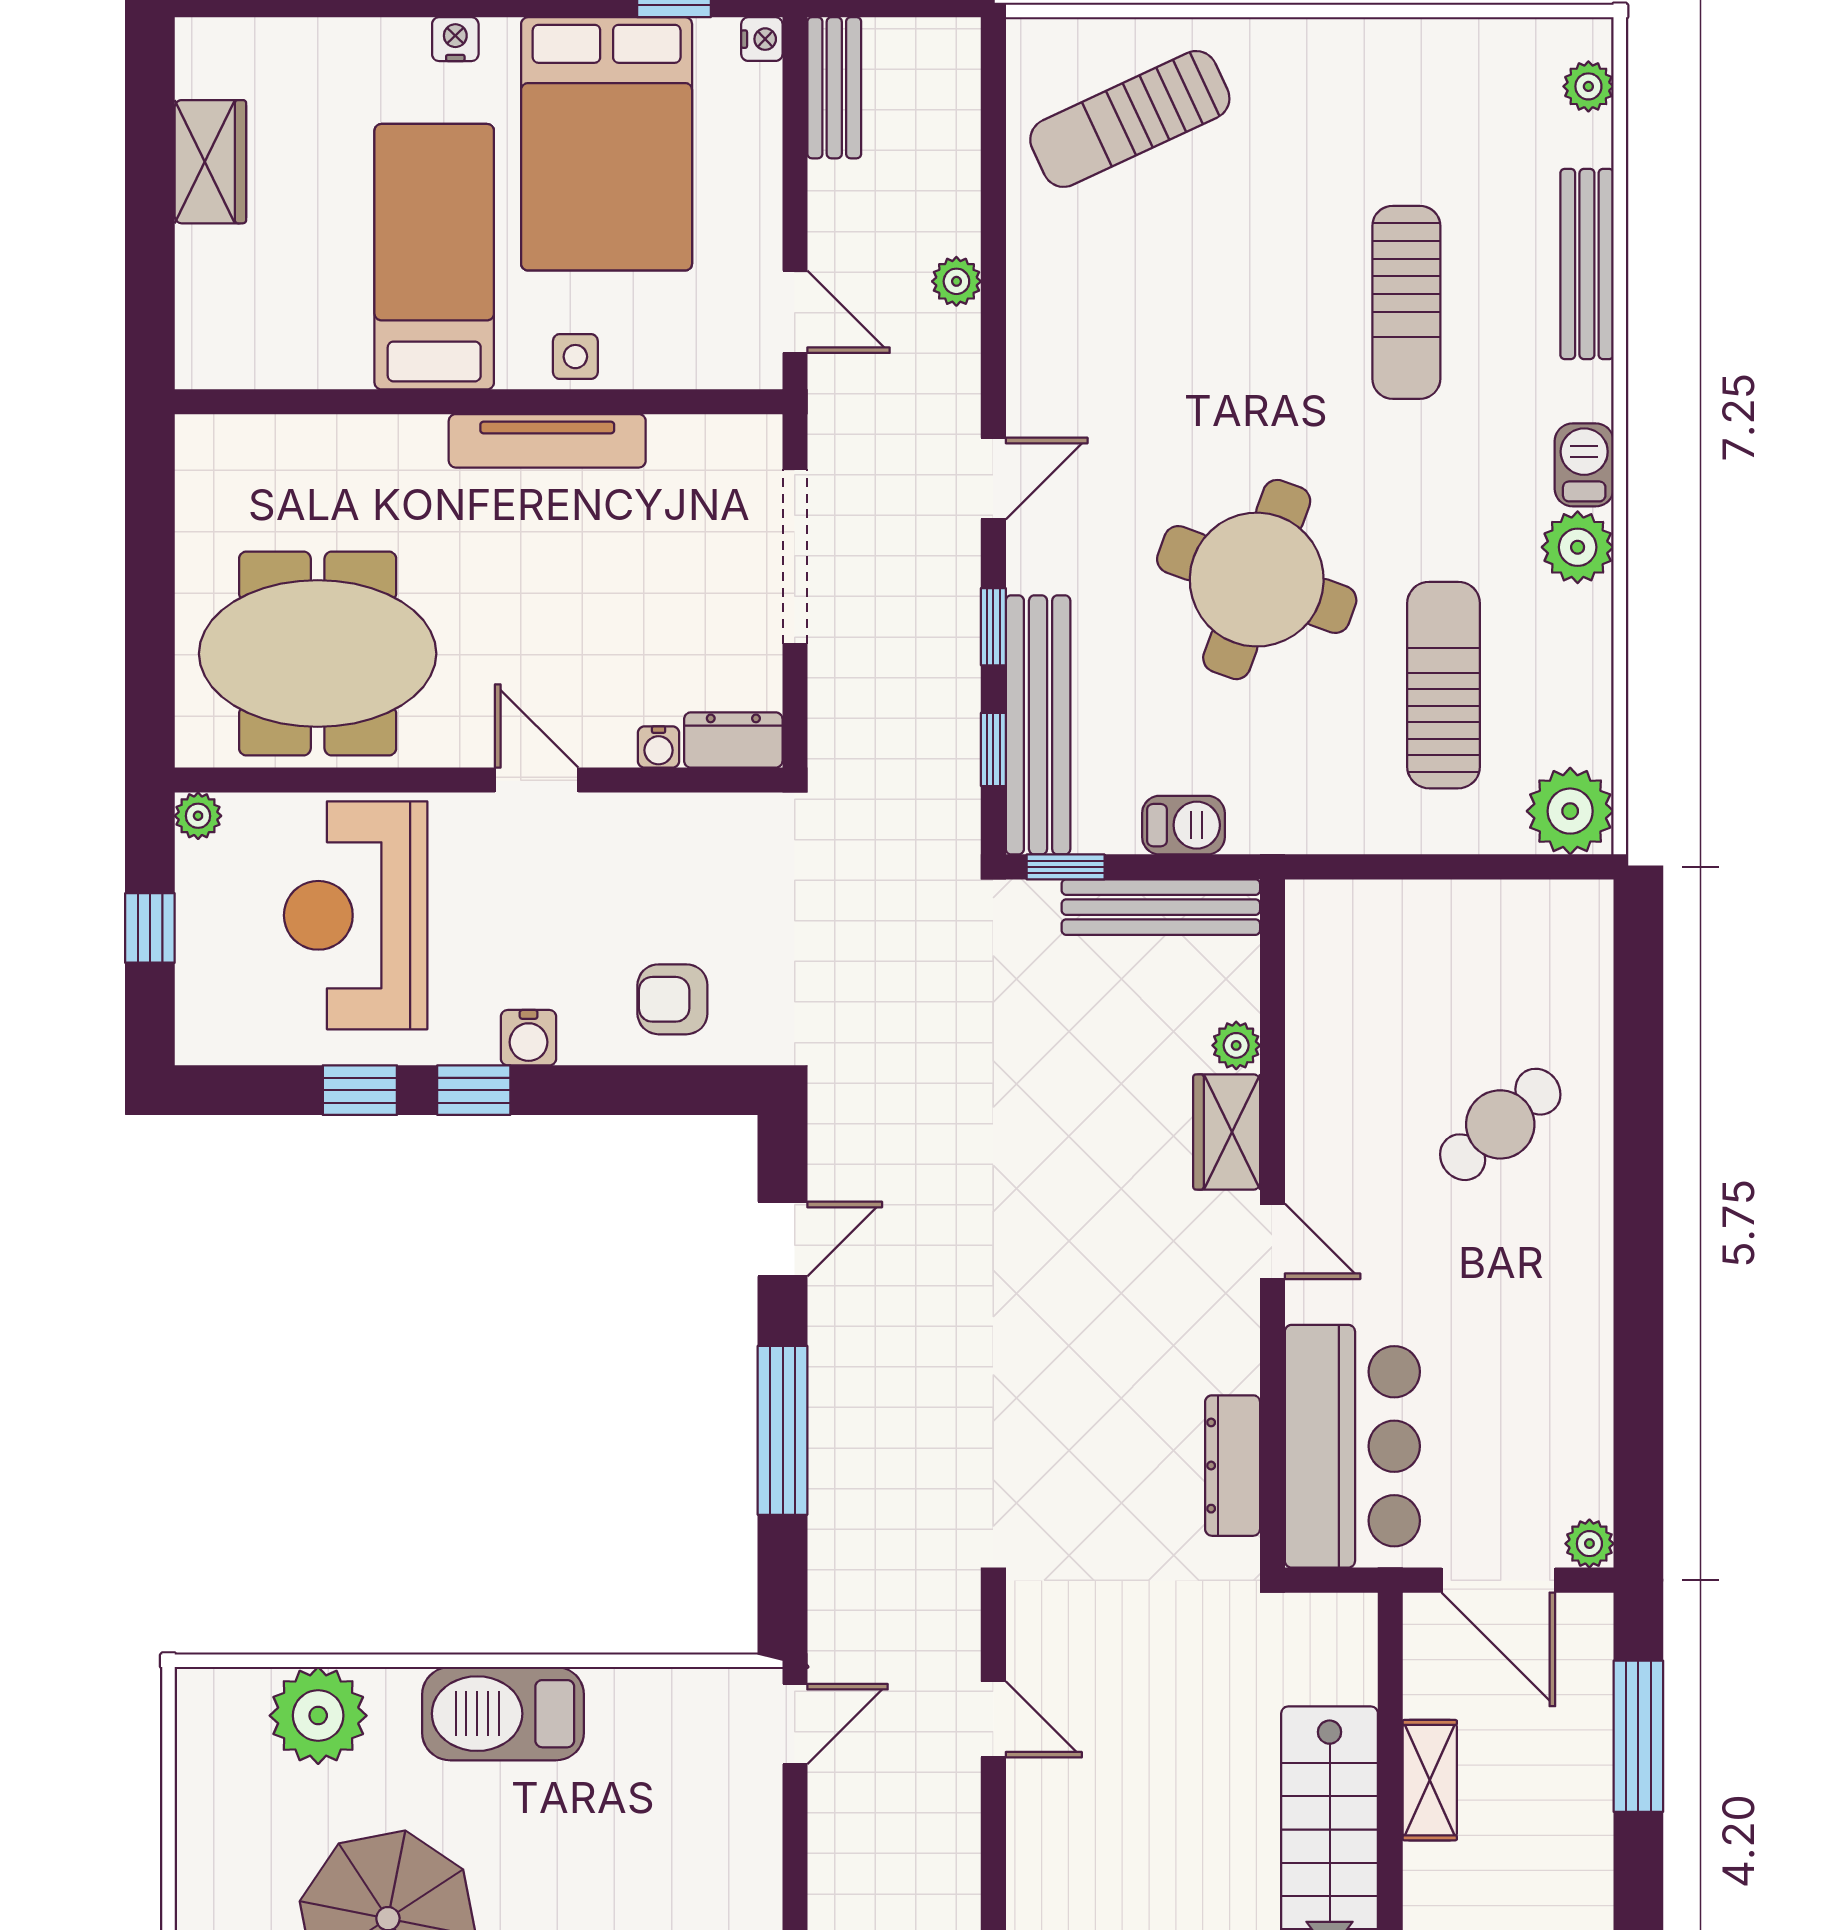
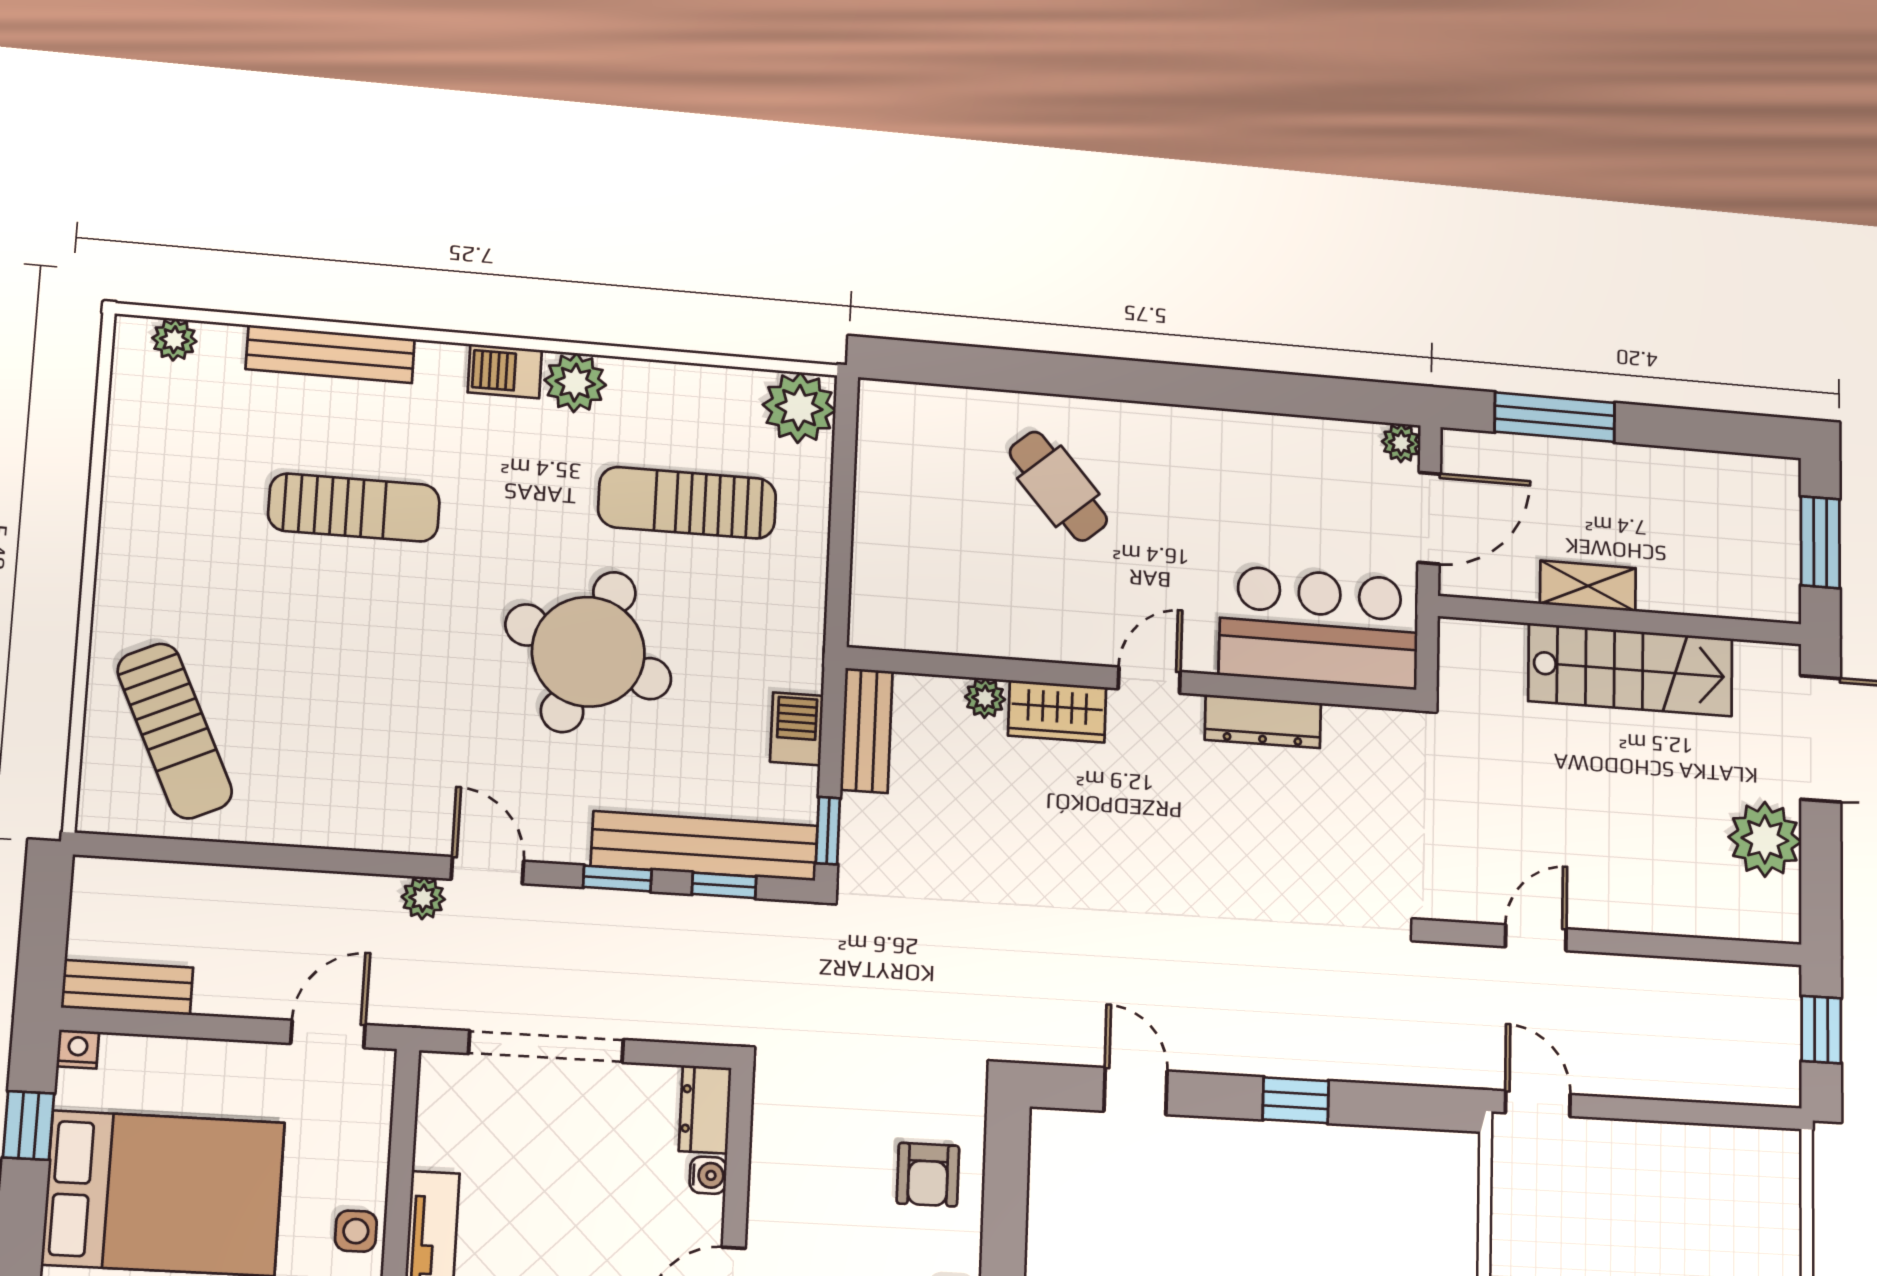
plant: (956, 281) -> (423, 898), moved
bench: (1161, 907) -> (867, 730), width x0.73
window: (783, 1430) -> (1296, 1100), width x0.46
dresser: (1233, 1466) -> (1263, 721), moved

